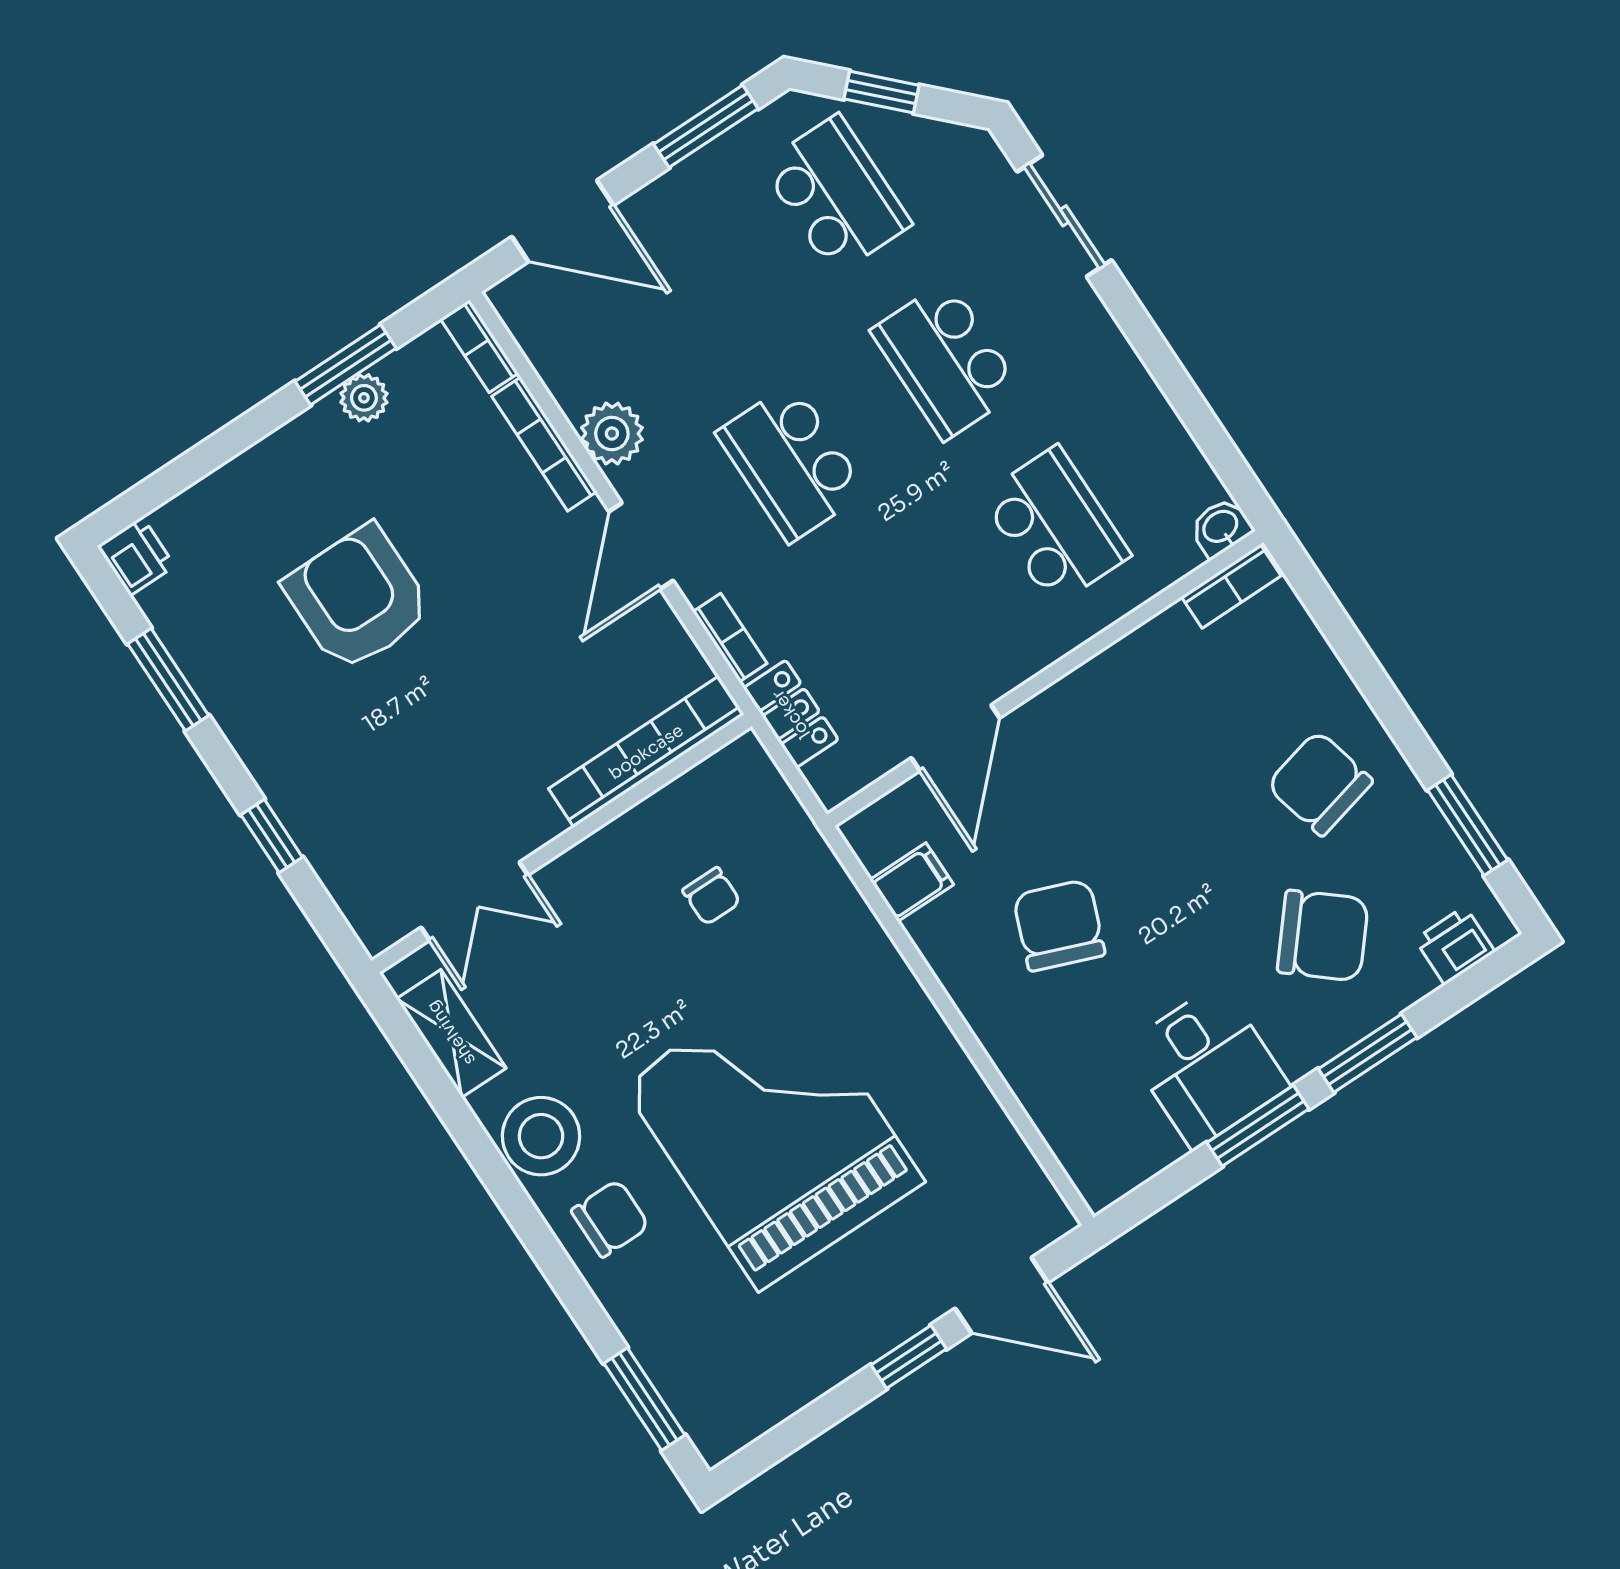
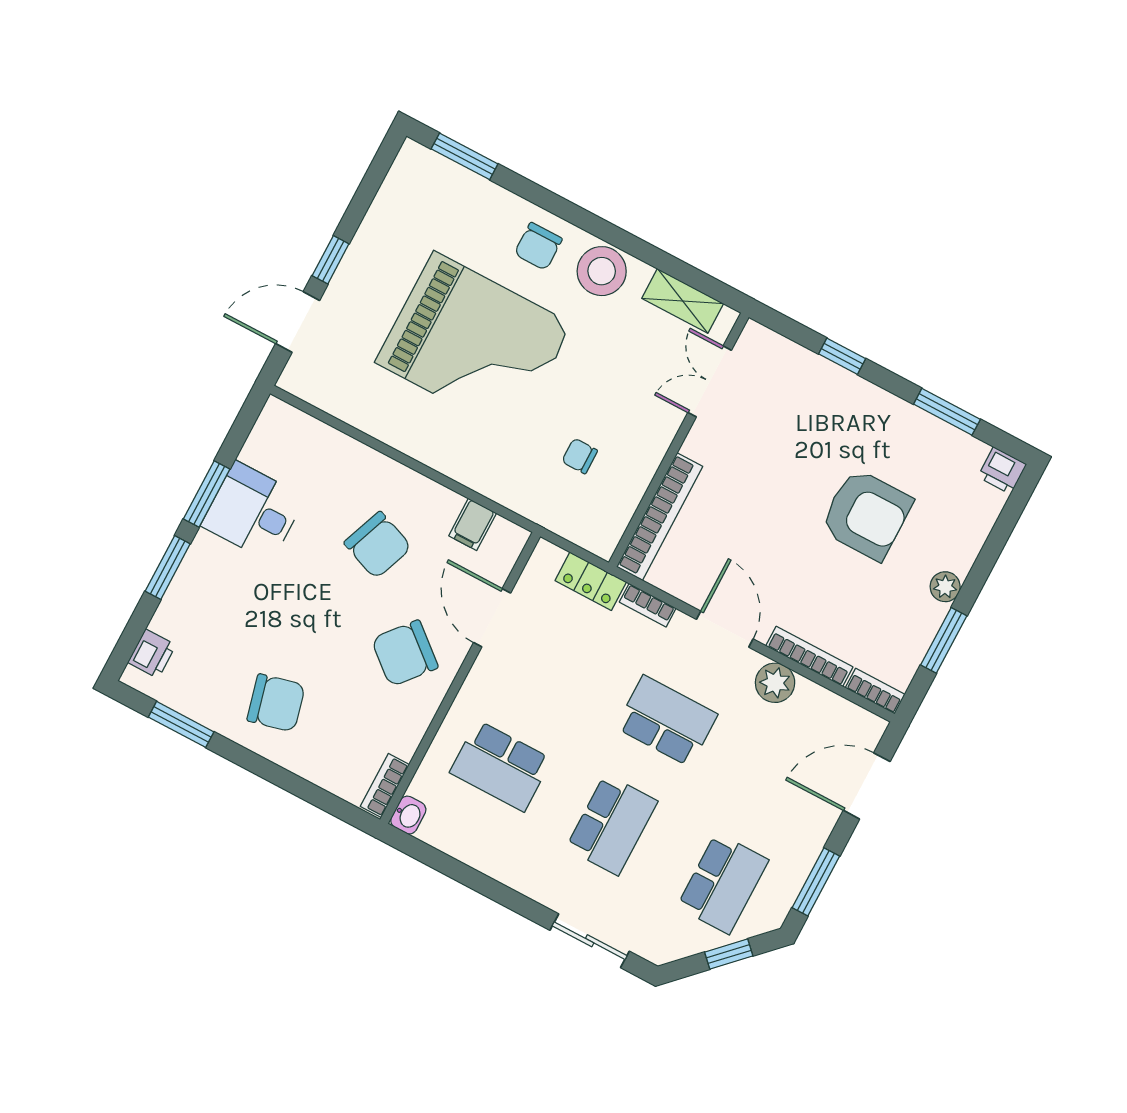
school desk: (836, 195) -> (723, 883), turned -90
school desk: (946, 360) -> (612, 825), turned 90
plant: (364, 398) -> (945, 587), moved
chair: (1323, 936) -> (405, 653), moved

